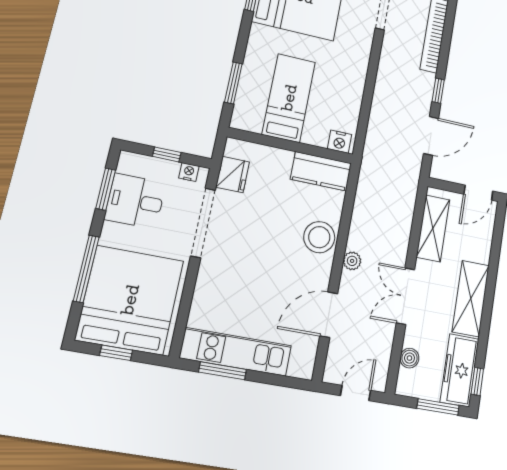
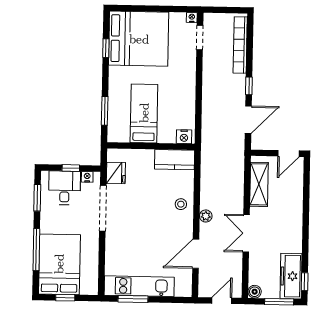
desk: (135, 201) -> (64, 188), moved, turned 90
stool: (319, 237) -> (181, 204), width x0.53, depth x0.53
shelving: (471, 298) -> (293, 227), removed
bed: (130, 300) -> (59, 264), width x0.73
boiler: (409, 358) -> (255, 292), moved

